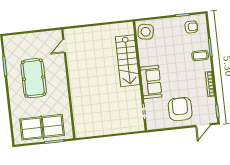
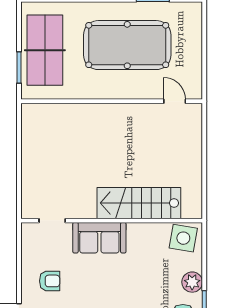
plant: (171, 24) -> (192, 282), added
pool table: (34, 78) -> (127, 45), width x1.36, depth x1.32
armchair: (180, 109) -> (50, 281), width x0.53, depth x0.53

